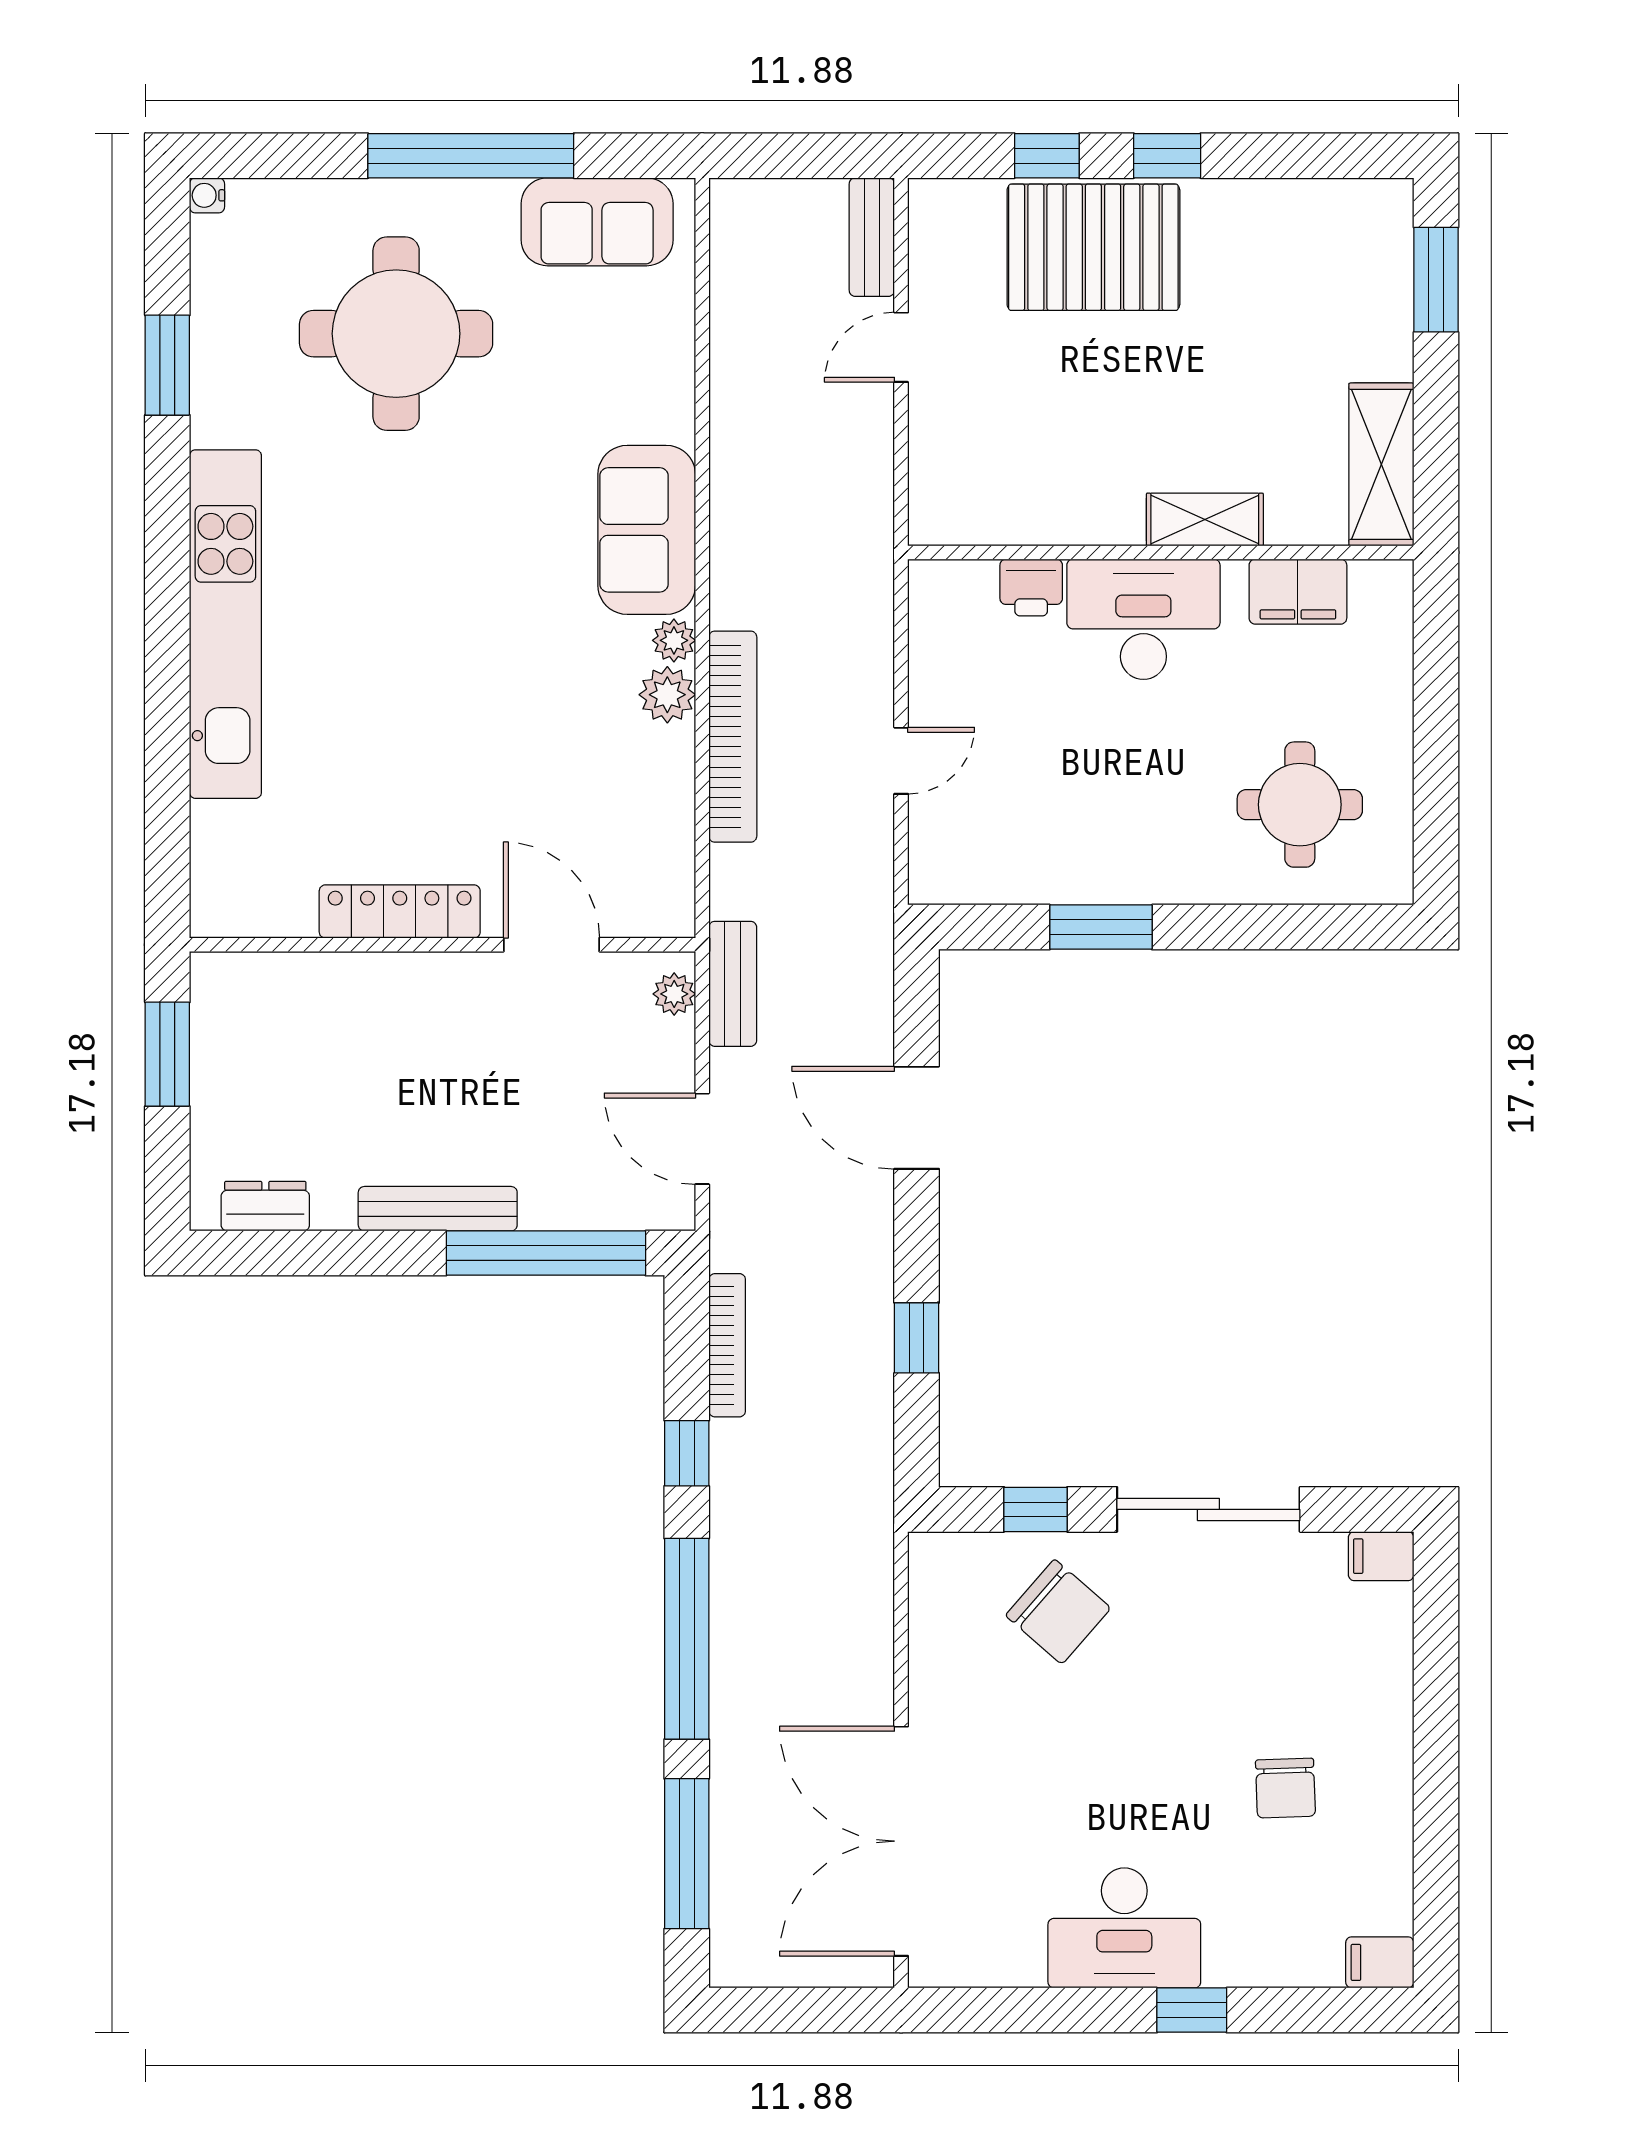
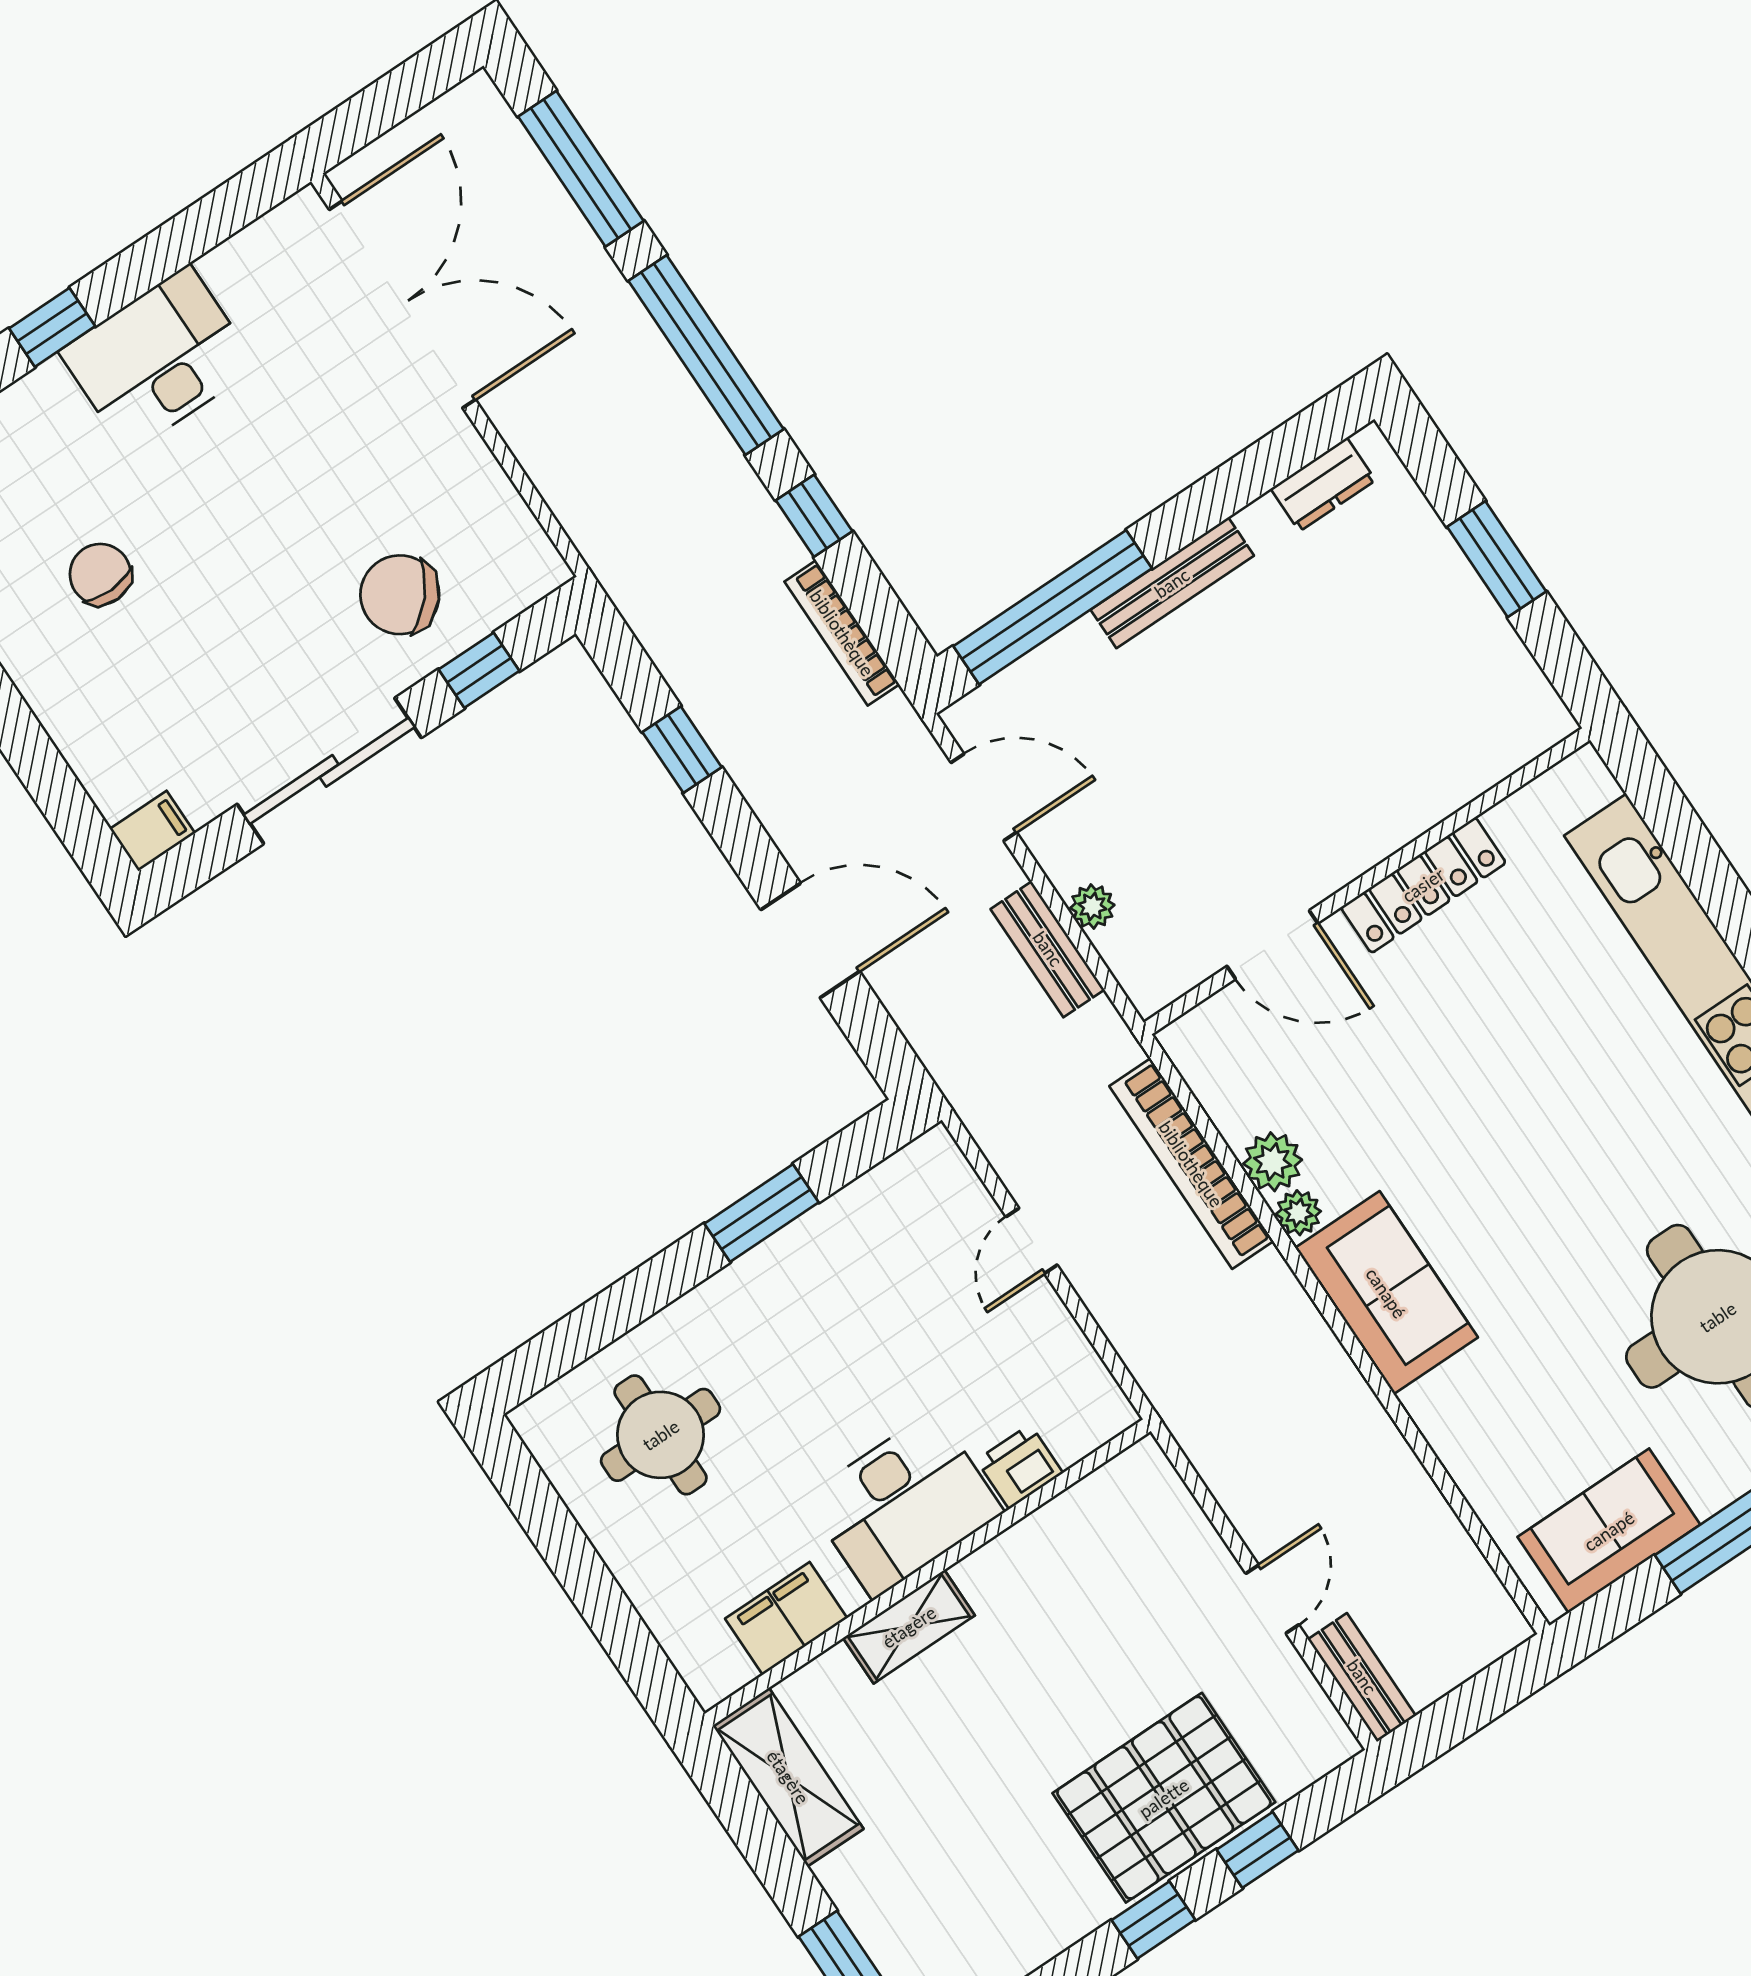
locker: (400, 911) -> (1423, 885), moved
wall: (442, 945) -> (1367, 881), moved
door: (552, 945) -> (1272, 945), moved

